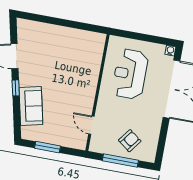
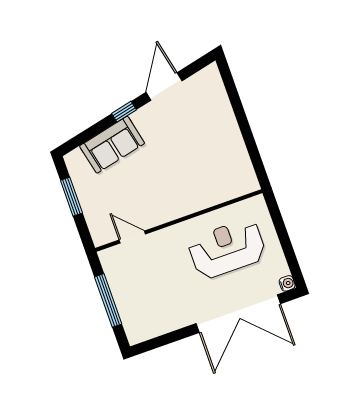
door: (91, 125) -> (132, 237), hinge flipped
armchair: (130, 141) -> (141, 298), removed

